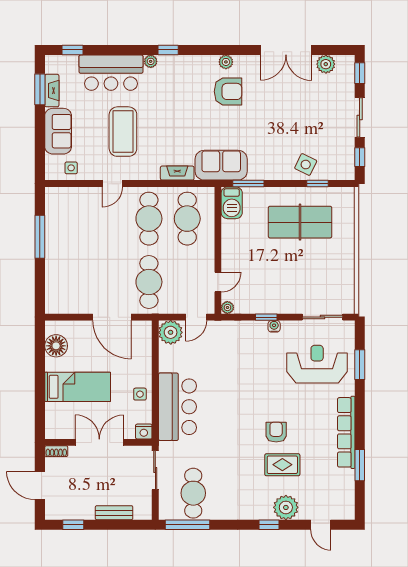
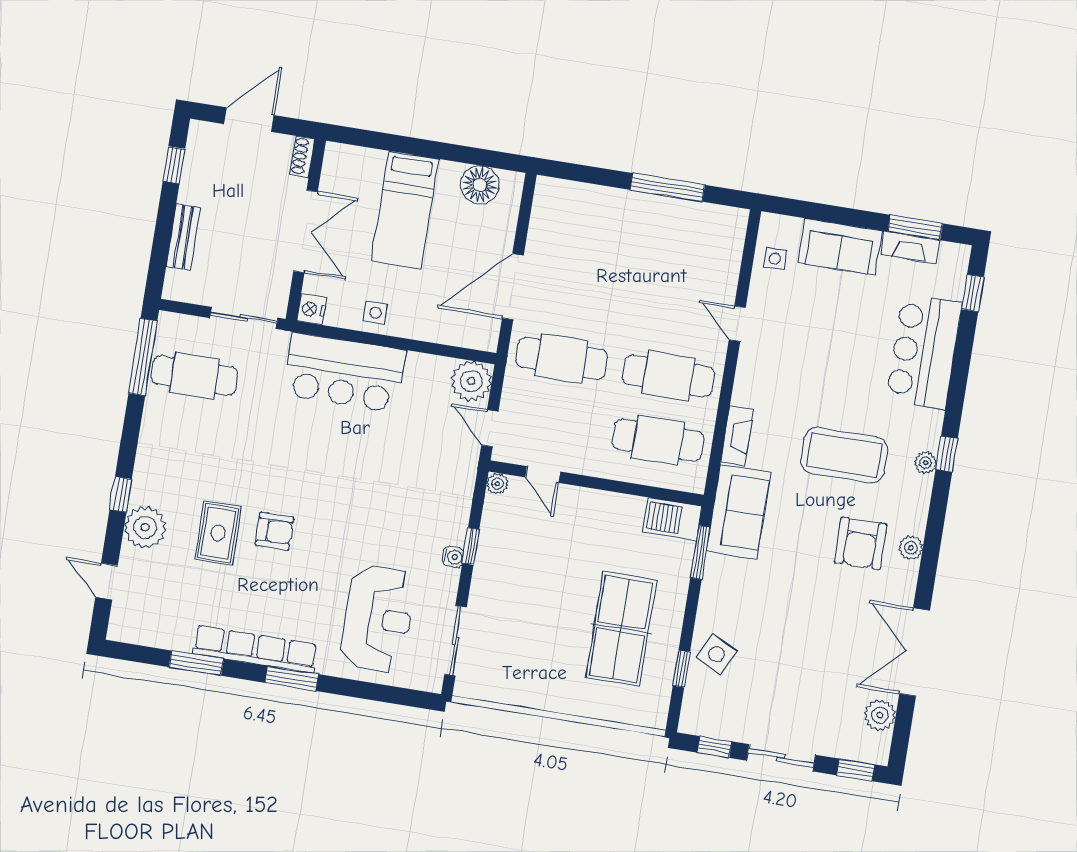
plant: (151, 61) -> (926, 463), moved
coffee table: (123, 132) -> (844, 455), moved
window: (360, 365) -> (292, 679), moved
door: (321, 525) -> (107, 581), hinge flipped

